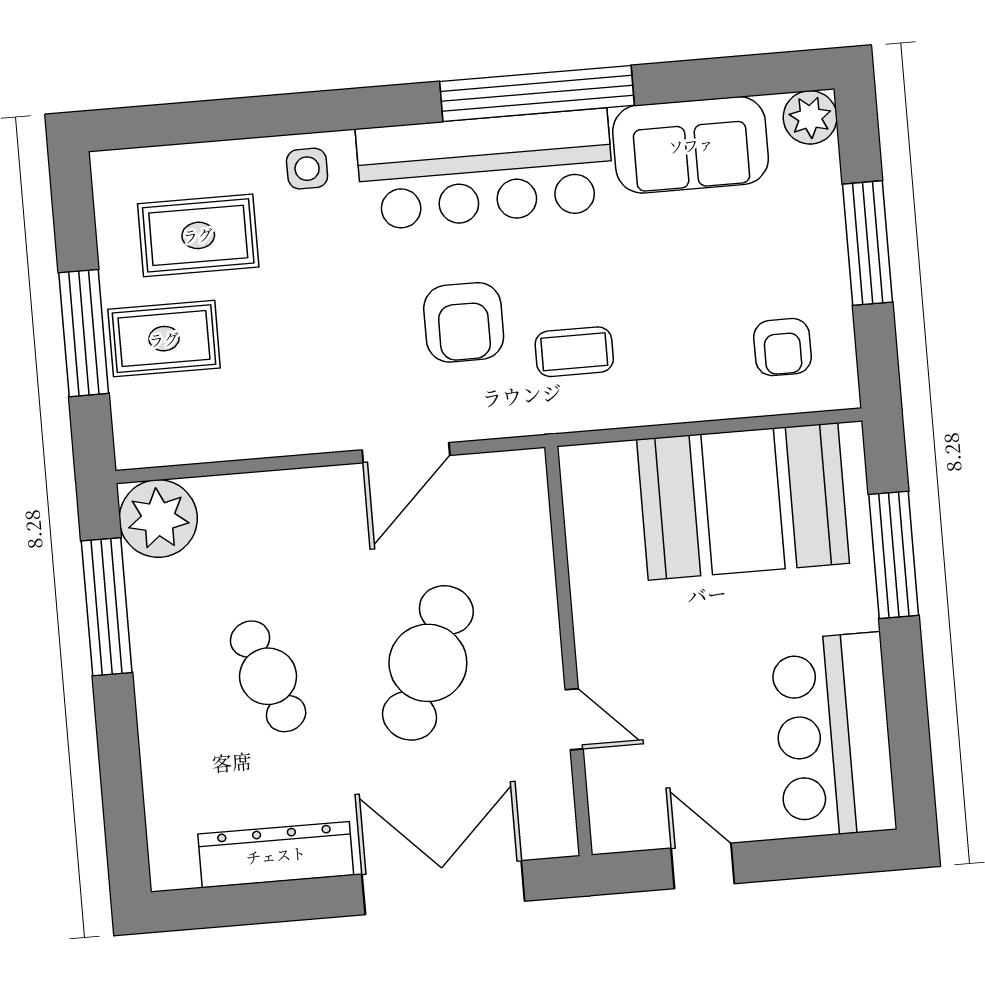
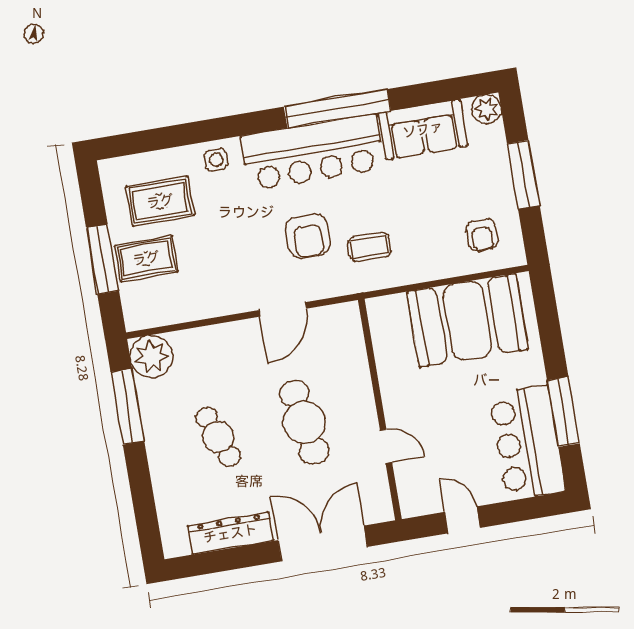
window: (894, 555) -> (563, 412), moved
cafe table: (428, 663) -> (304, 422), turned -33

